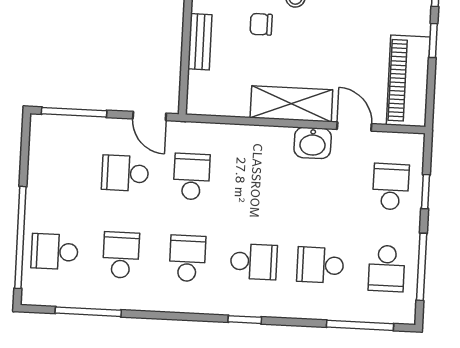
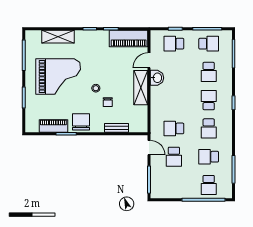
door: (149, 116) -> (149, 148), hinge flipped
school desk: (187, 258) -> (209, 128), turned -90

